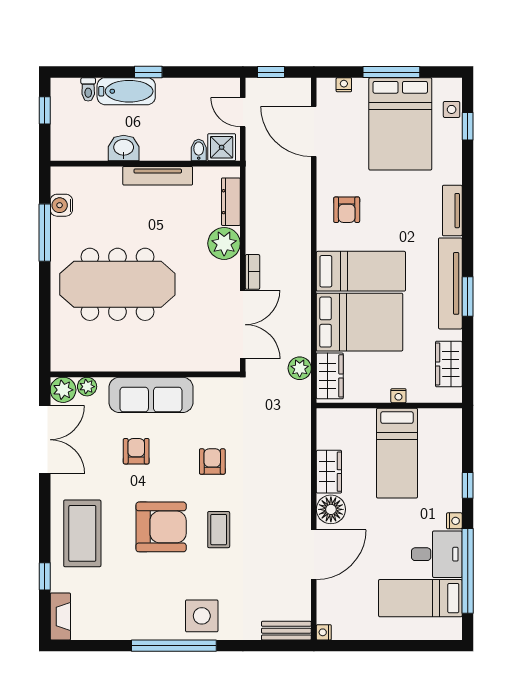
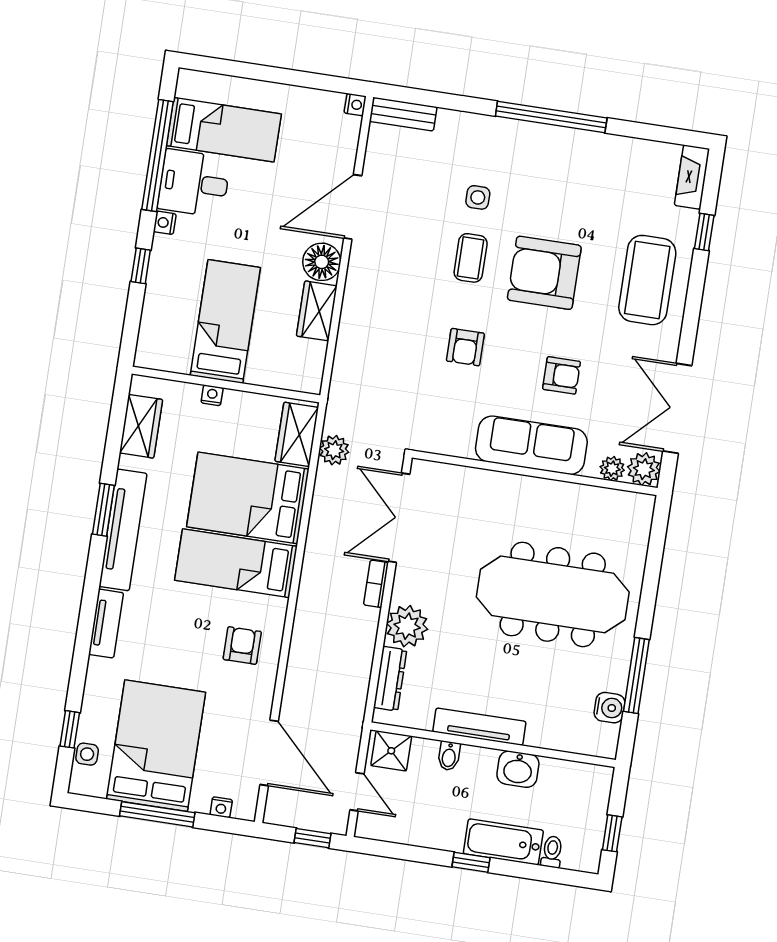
bidet: (199, 150) -> (449, 756), moved
armchair: (136, 451) -> (562, 375), turned -90
side table: (202, 616) -> (478, 197), moved, width x0.54, depth x0.54

